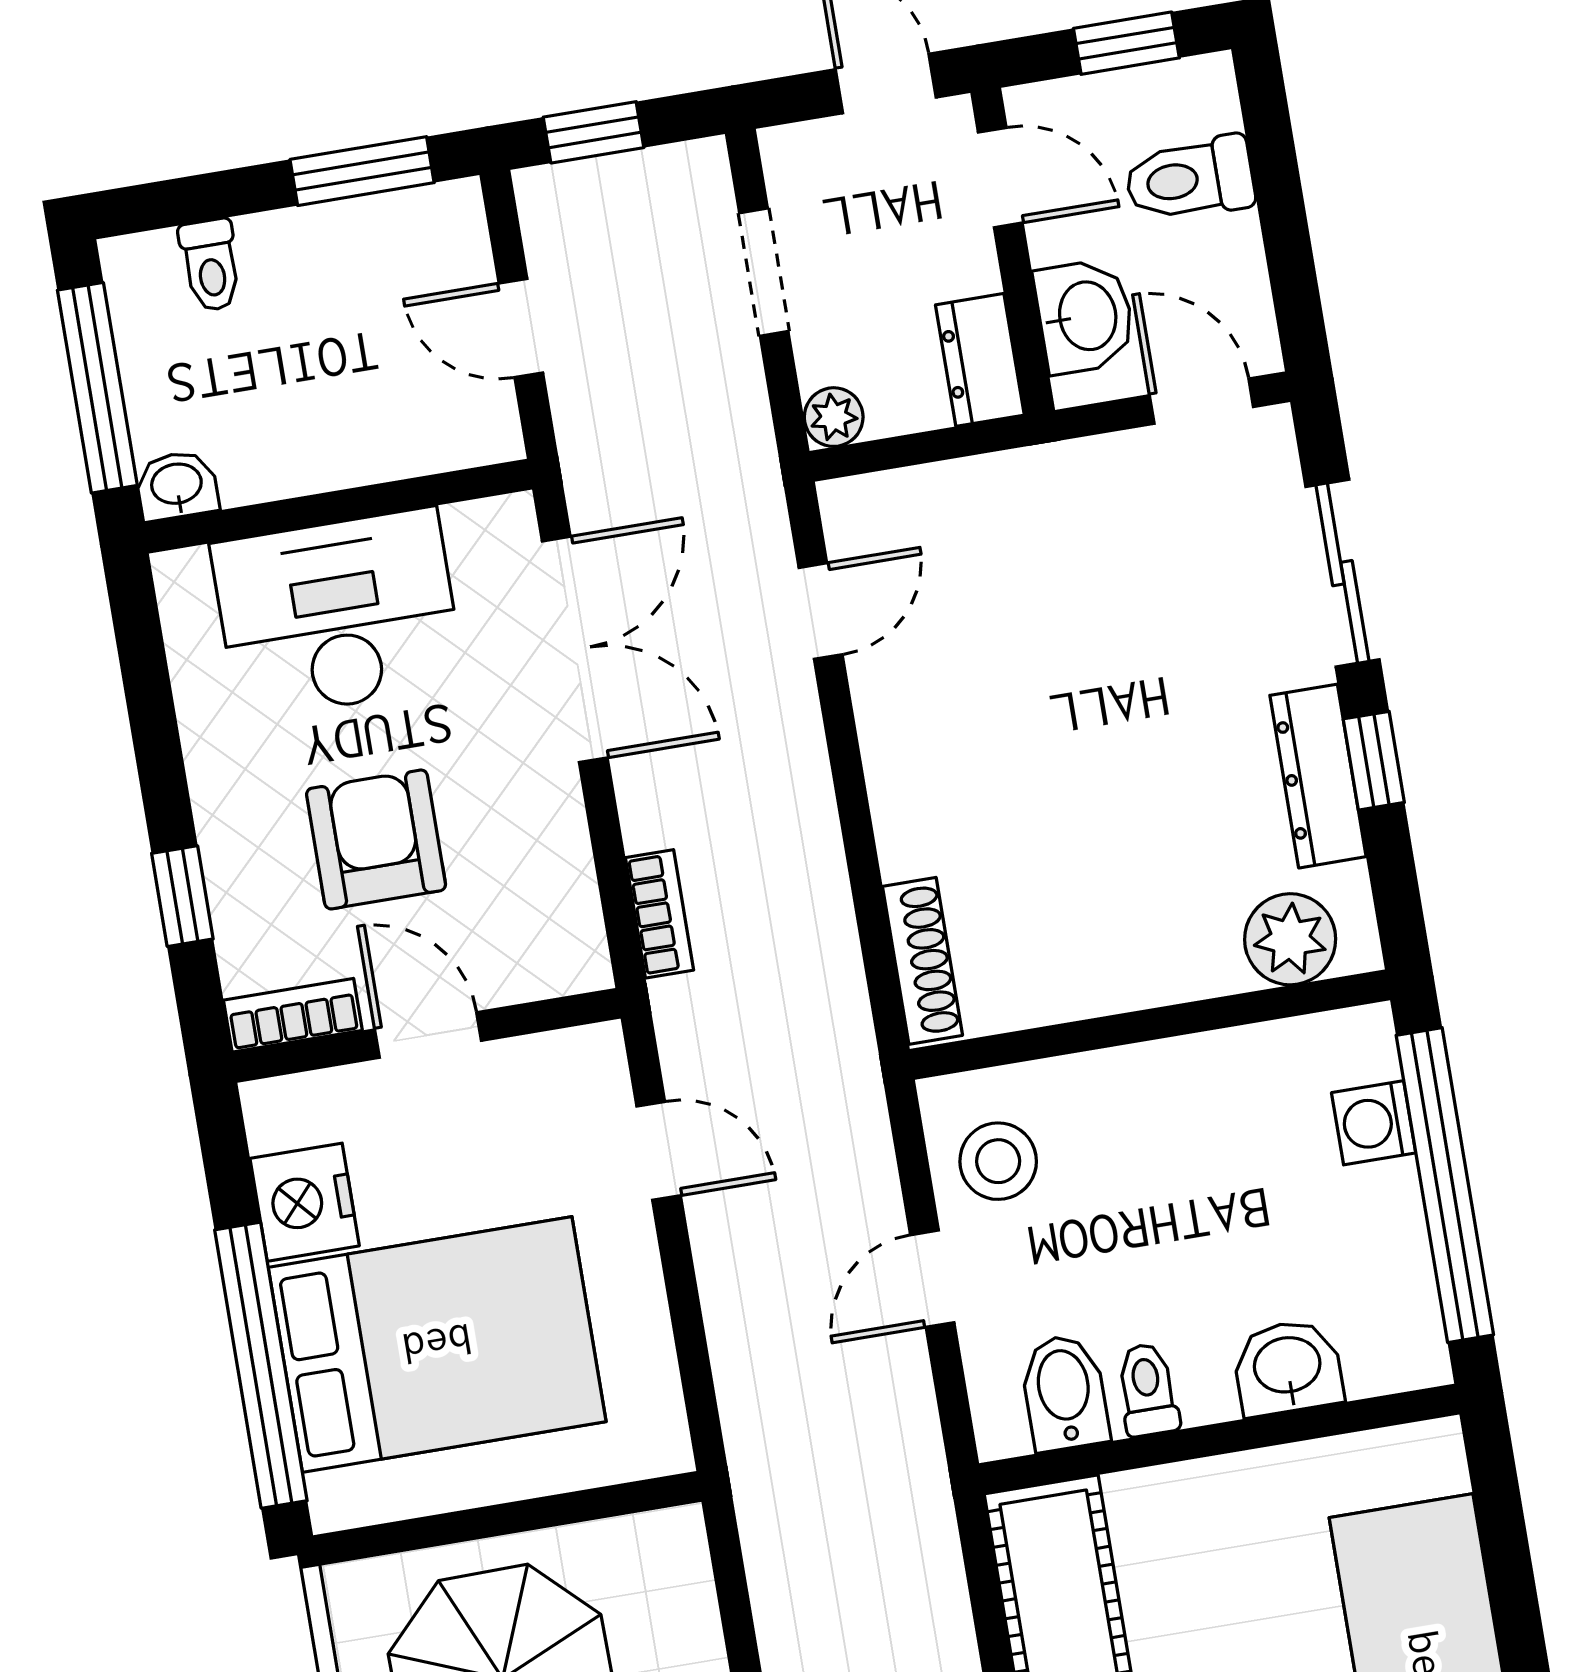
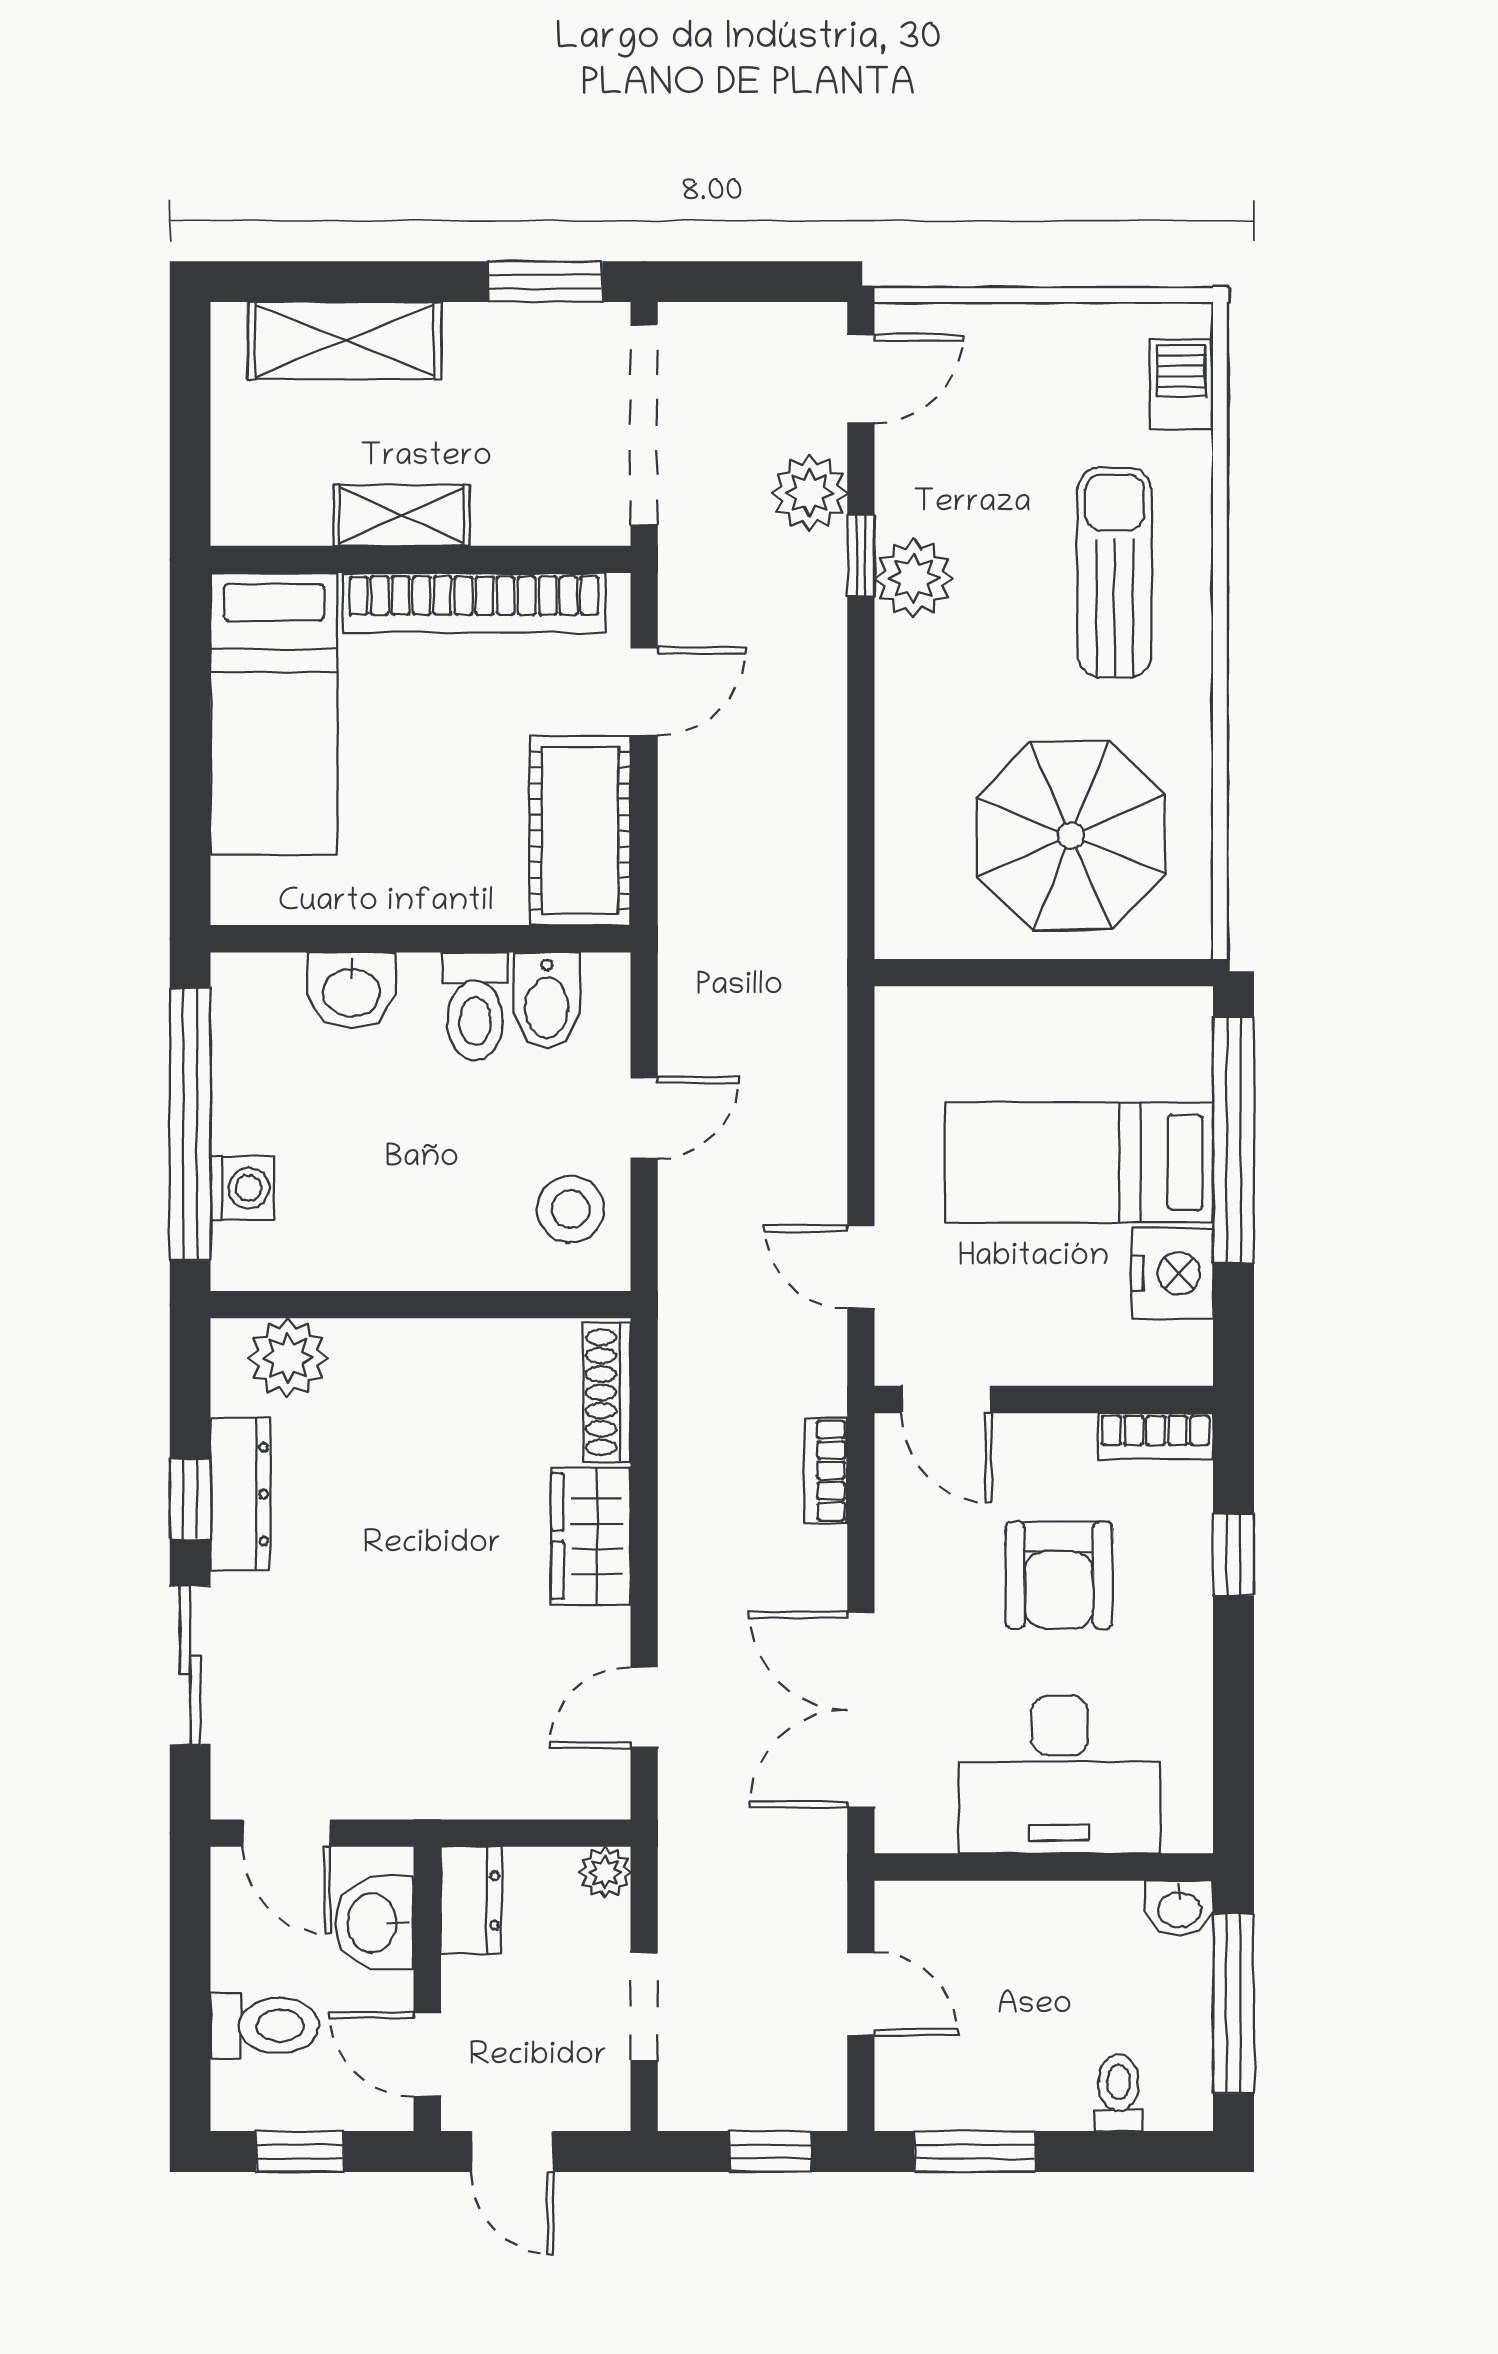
wardrobe: (913, 795) -> (591, 1536), added
door: (428, 1035) -> (947, 1400), moved
bed: (437, 1344) -> (1079, 1162), width x0.67
toilet: (1147, 1390) -> (475, 1006), width x1.37, depth x1.39

